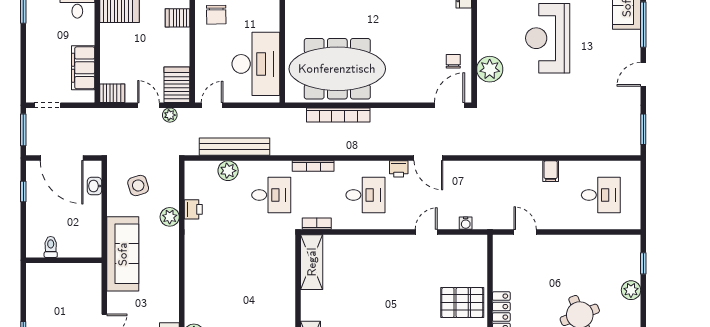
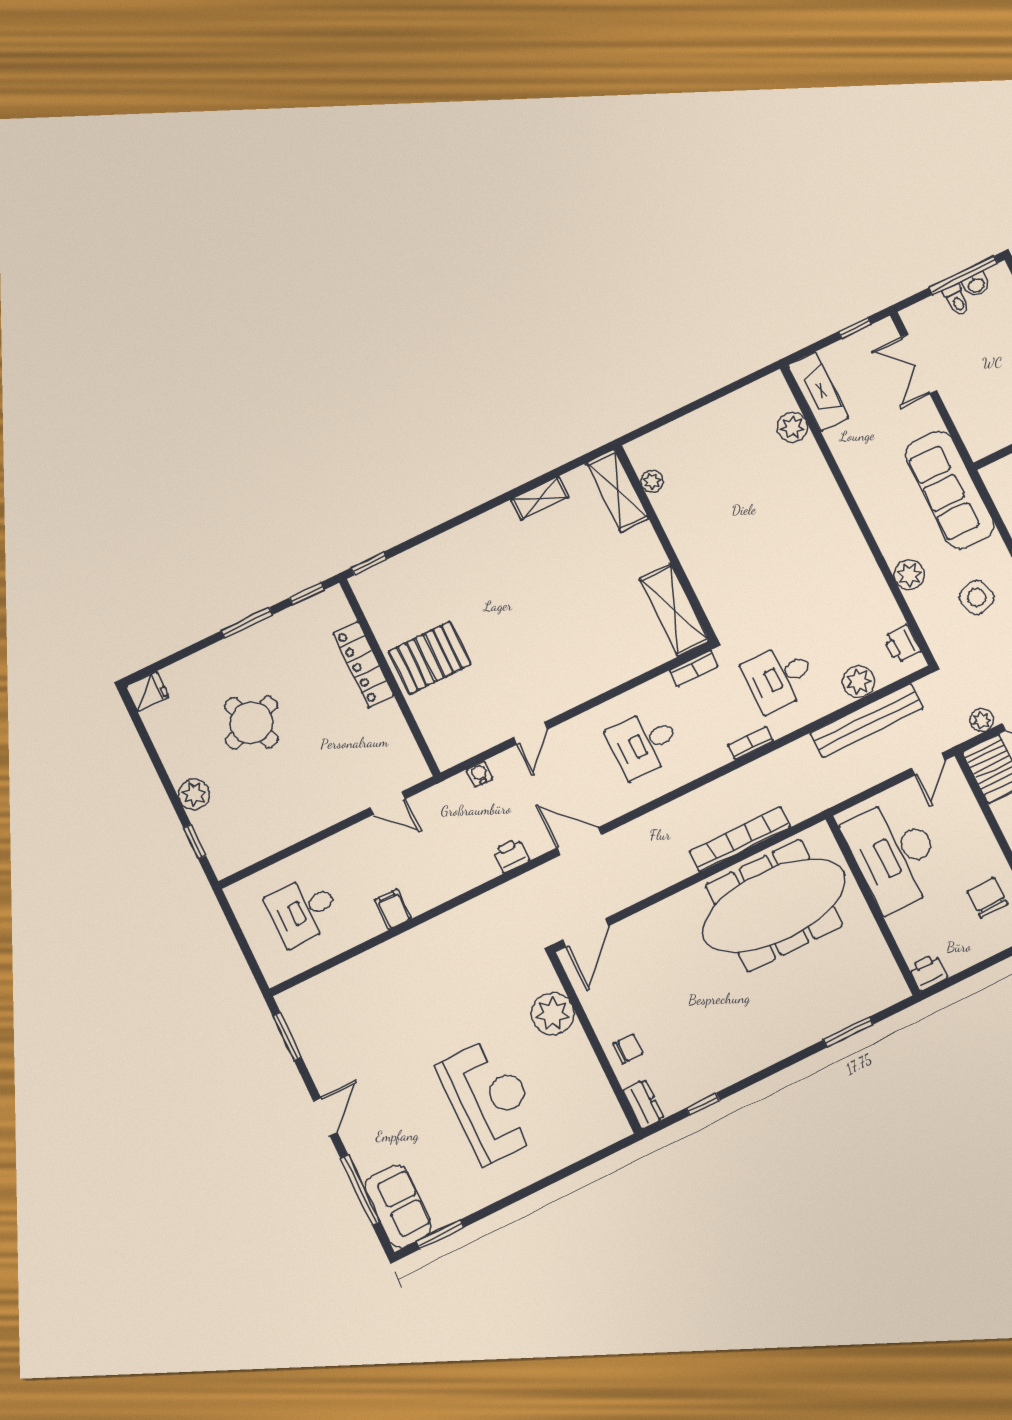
chair: (453, 61) -> (628, 1049), moved, turned -90
bookcase: (313, 166) -> (751, 743), width x0.64
printer: (399, 169) -> (511, 855), moved
printer: (193, 209) -> (902, 644), moved

